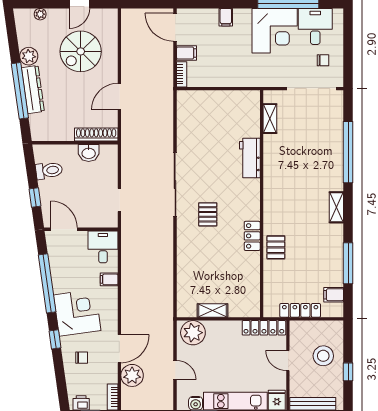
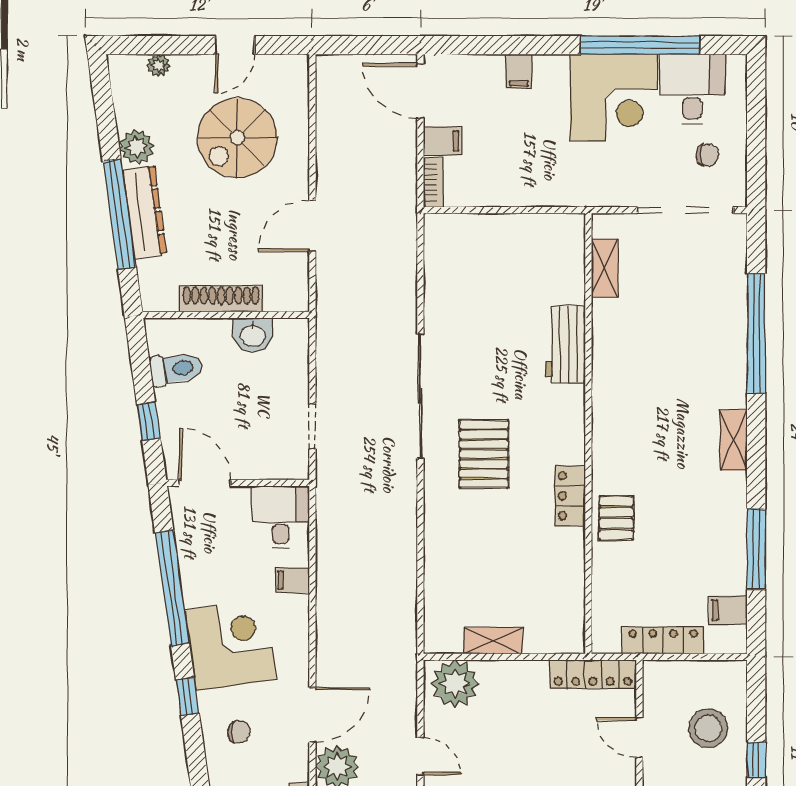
shoe rack: (96, 134) -> (221, 299), moved
pallet: (208, 214) -> (484, 454), width x1.50, depth x1.42

